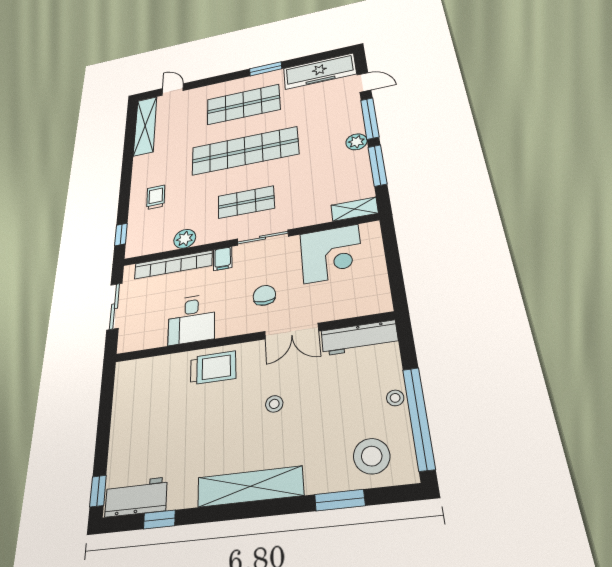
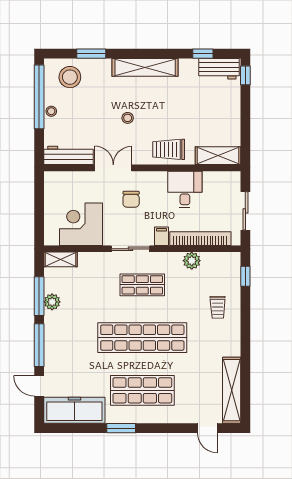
plant: (356, 142) -> (52, 302), moved
shelving: (145, 369) -> (218, 156), added

